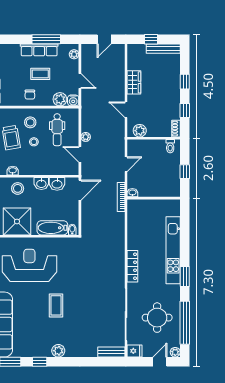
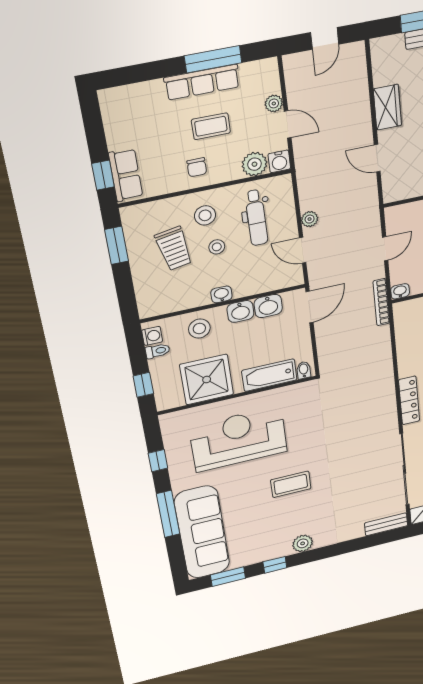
plant: (74, 54) -> (274, 103), moved
plant: (140, 131) -> (405, 189), removed
washbasin: (13, 171) -> (221, 294), moved
coffee table: (56, 305) -> (291, 484), turned 90

